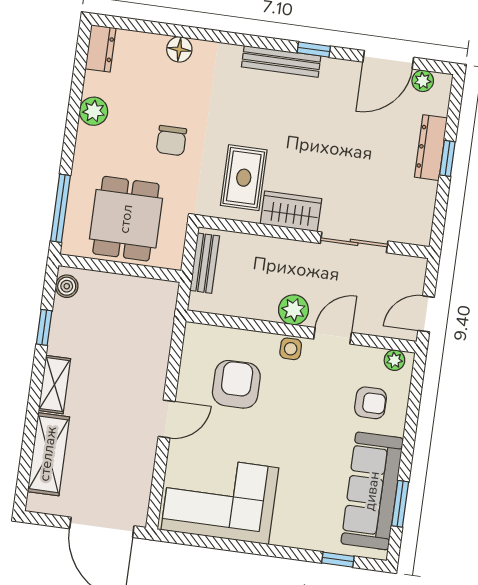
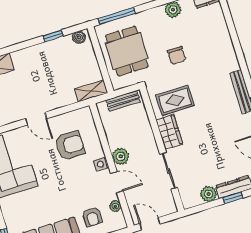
floor lamp: (179, 49) -> (224, 38), removed
chair: (171, 141) -> (177, 55), turned -90
plant: (423, 195) -> (209, 194), added
dining table: (126, 219) -> (127, 51), turned 90
plant: (394, 360) -> (115, 206), moved
shelving: (55, 385) -> (91, 91), moved

